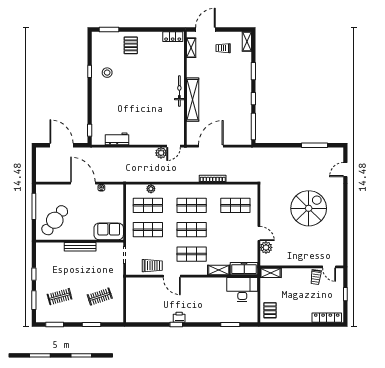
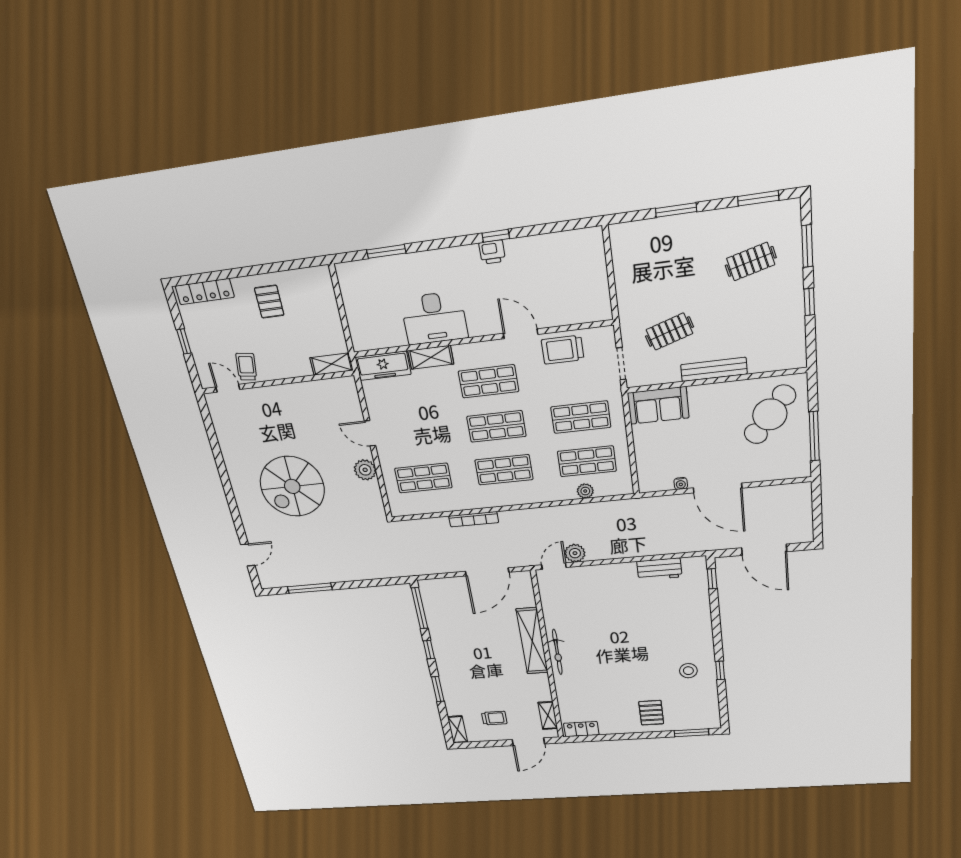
plant: (266, 247) -> (365, 470), moved
desk: (242, 289) -> (434, 318), moved
clothes rail: (100, 297) -> (669, 332), moved
pallet: (270, 310) -> (269, 302), moved

